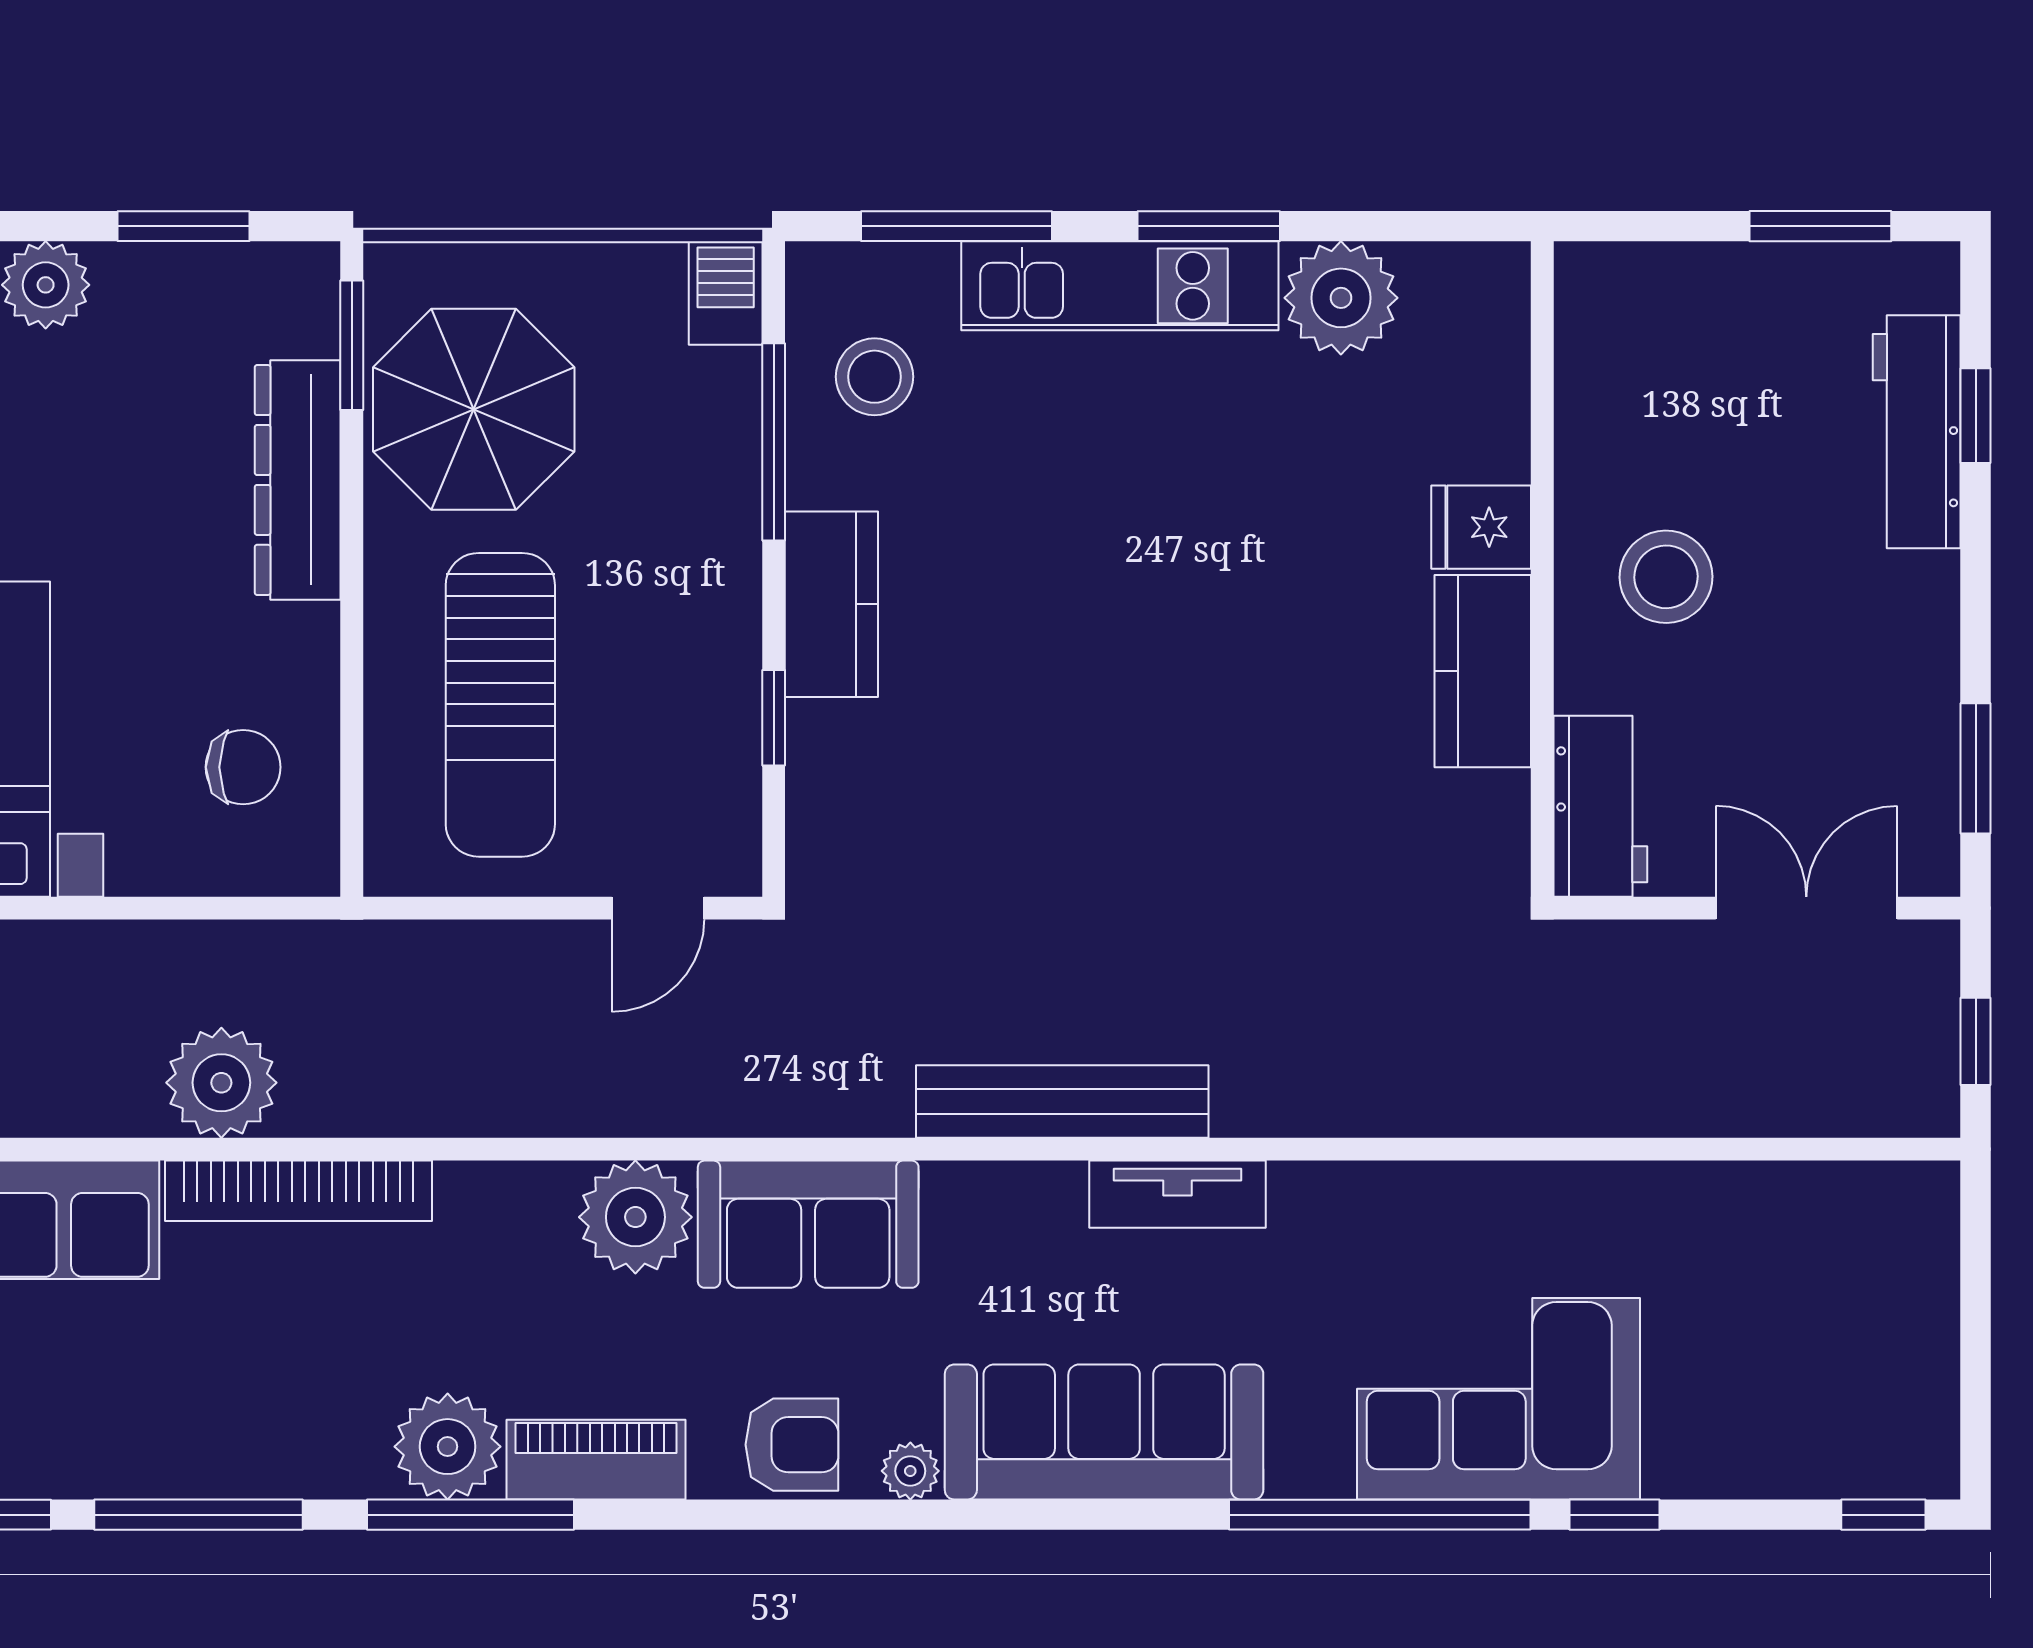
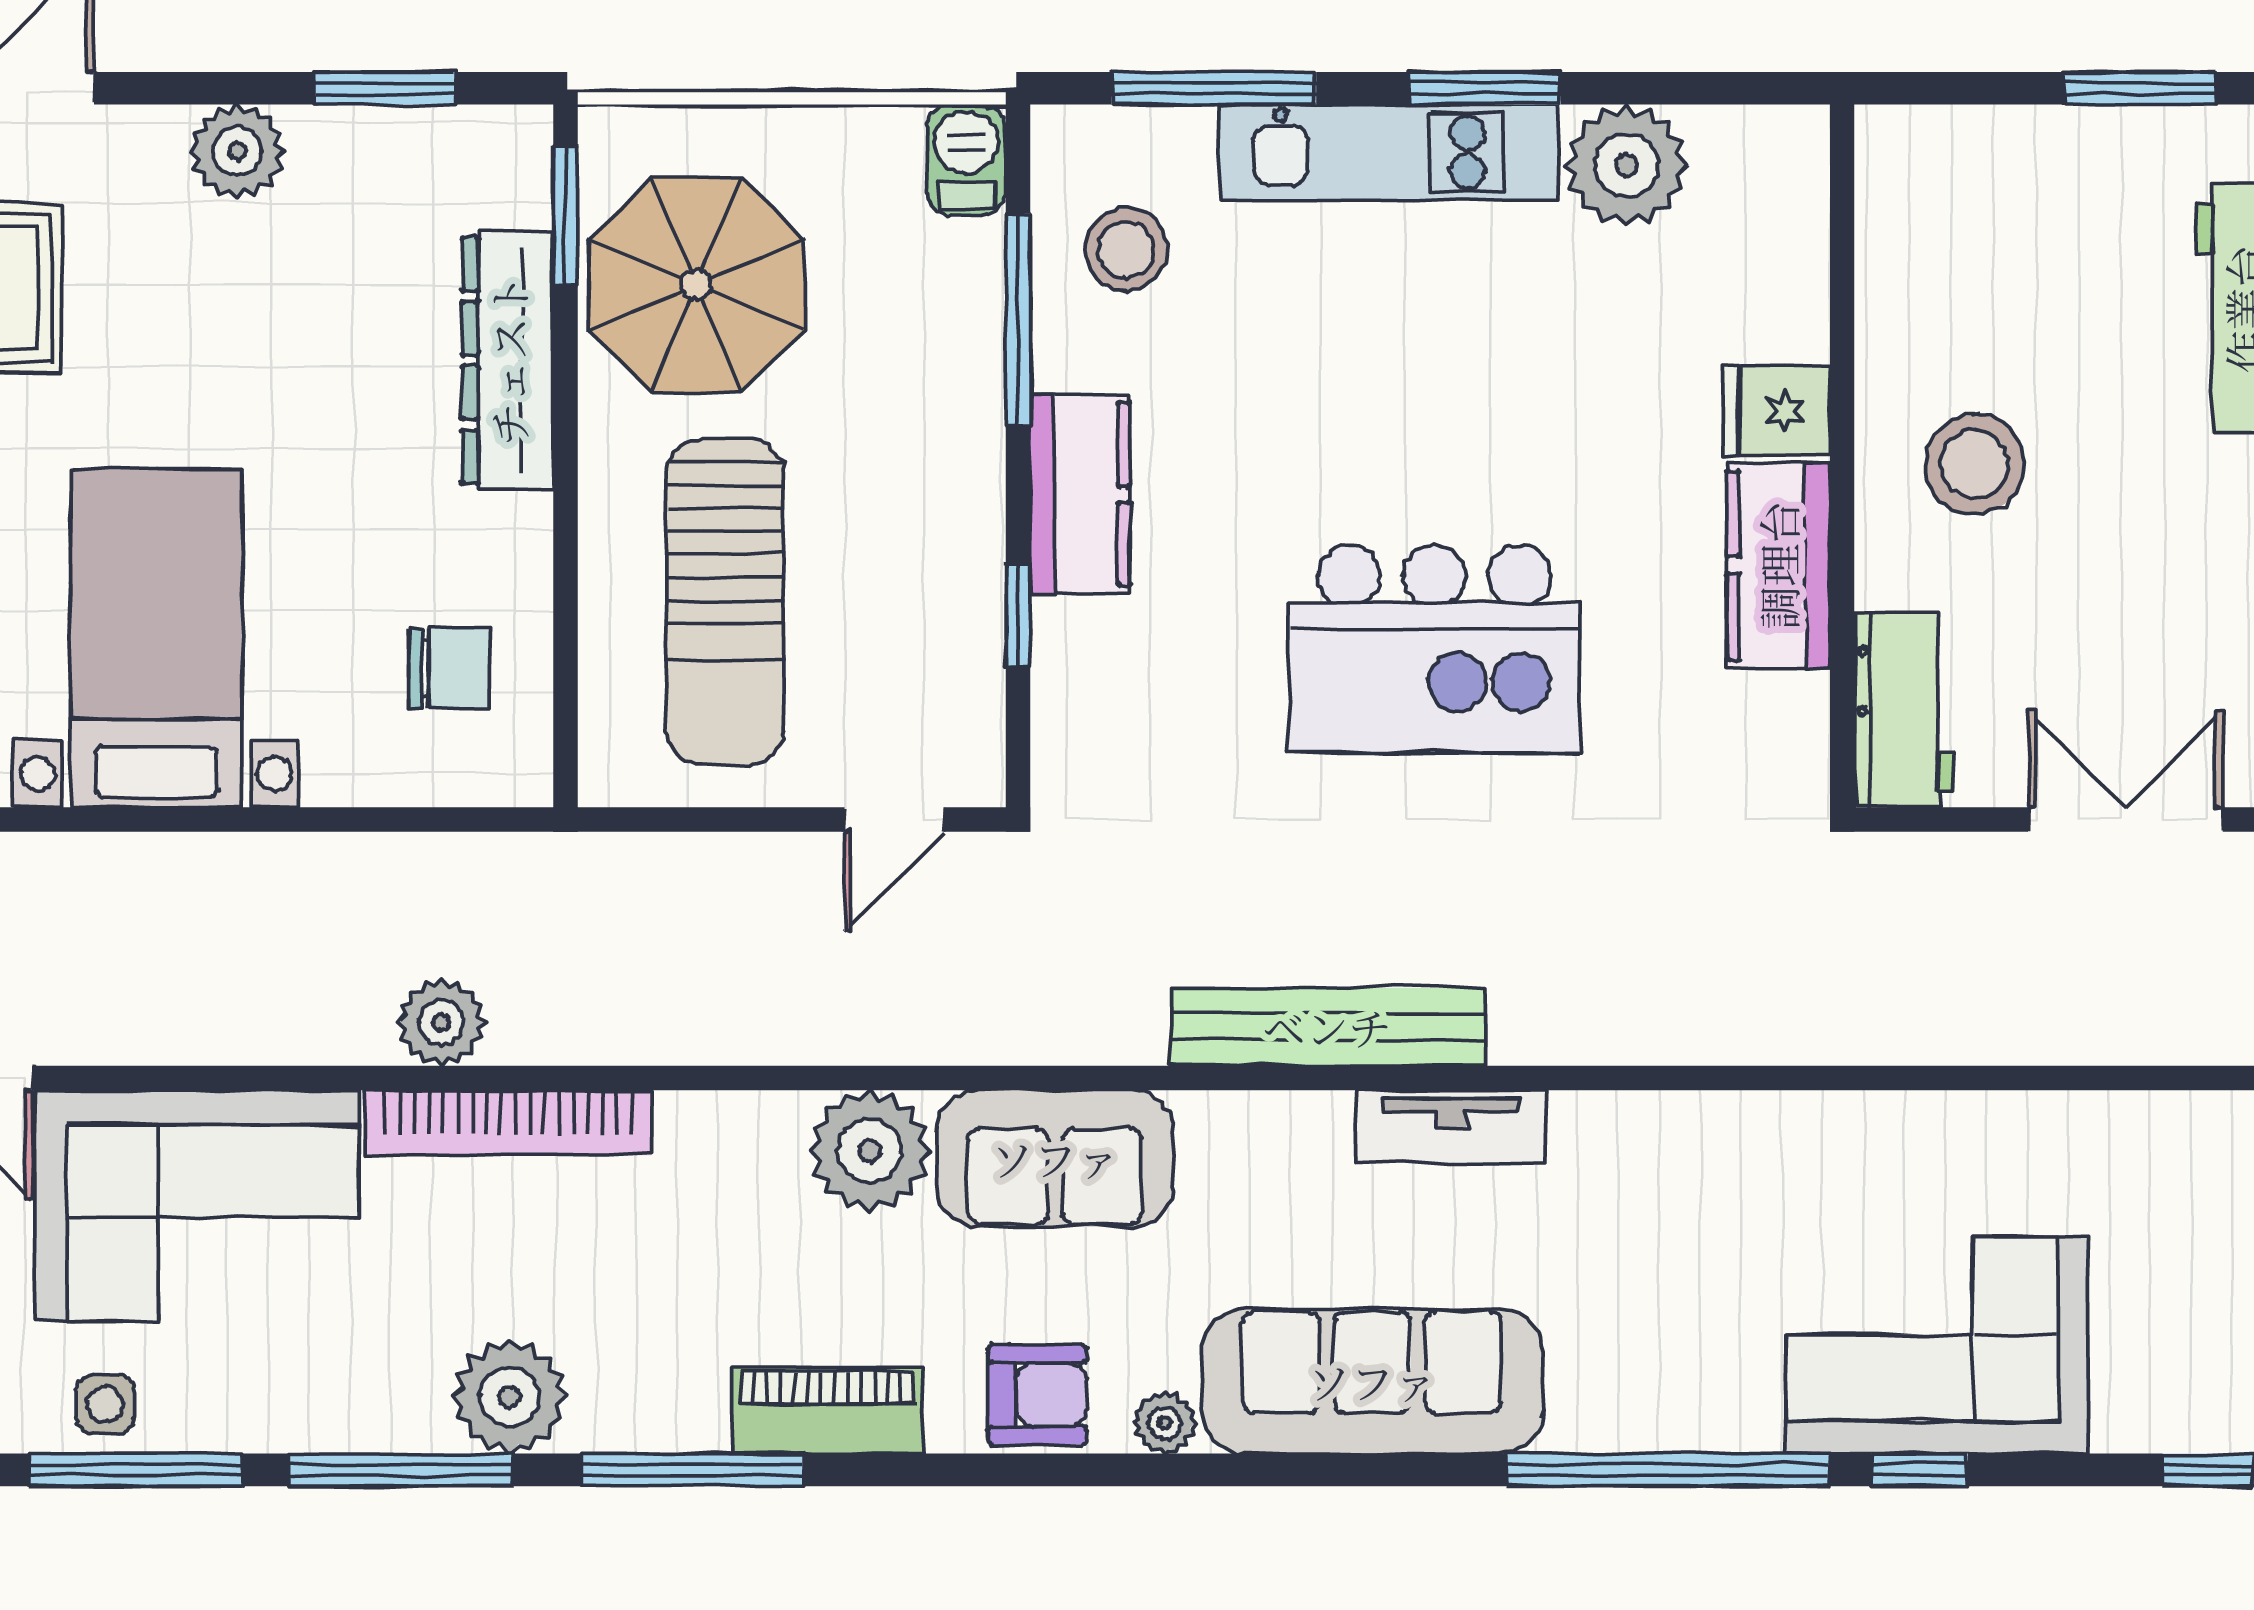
kitchen island: (1162, 749) -> (1434, 649), added
plant: (221, 1083) -> (442, 1023), width x0.73, depth x0.73
corner sofa: (1498, 1399) -> (1937, 1346), moved
plant: (448, 1447) -> (510, 1397), moved

